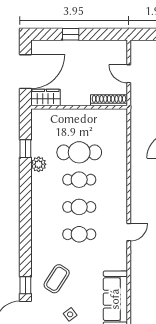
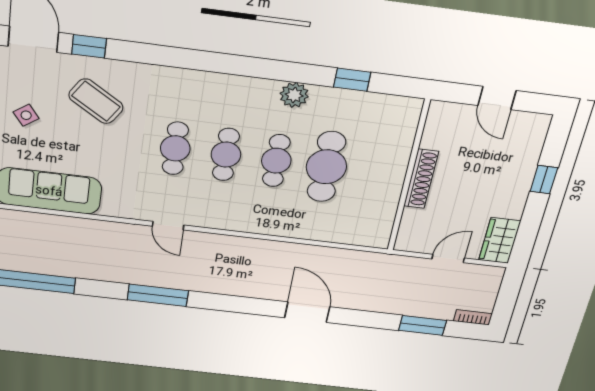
door: (25, 72) -> (497, 98), width x0.53
wardrobe: (45, 97) -> (500, 240), moved, turned 180
shoe rack: (109, 100) -> (421, 179), moved
plant: (39, 164) -> (294, 95), moved

